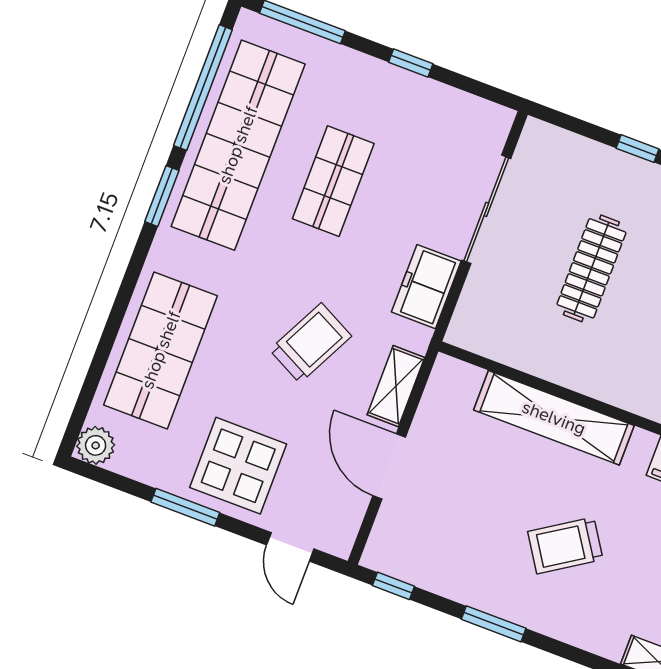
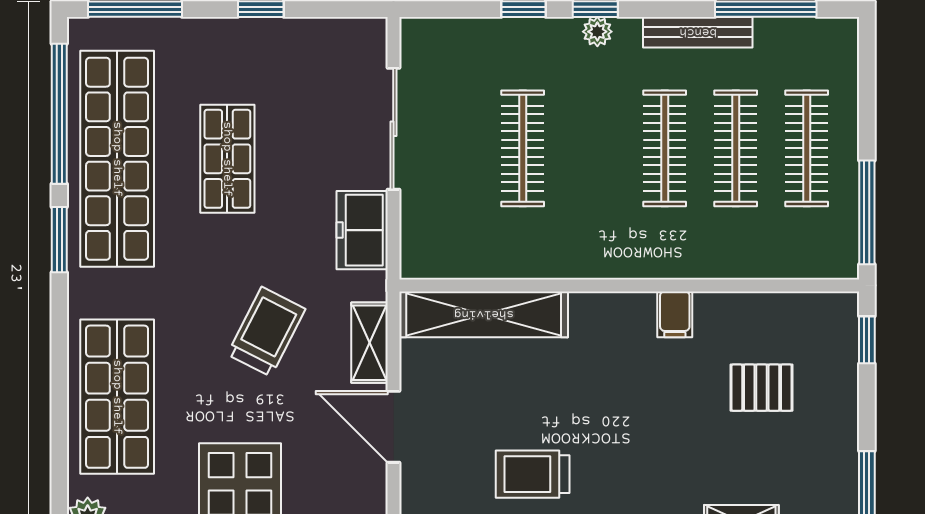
shelving: (554, 418) -> (484, 314), moved
trolley: (565, 546) -> (533, 474), moved, turned 33

